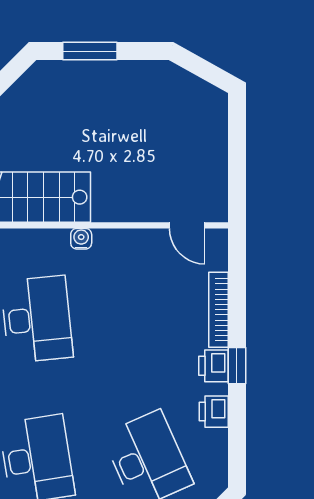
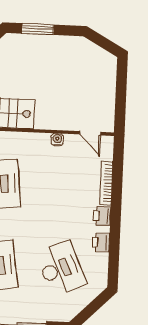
water cooler: (81, 239) -> (57, 140), moved
window: (237, 366) -> (116, 216), removed

